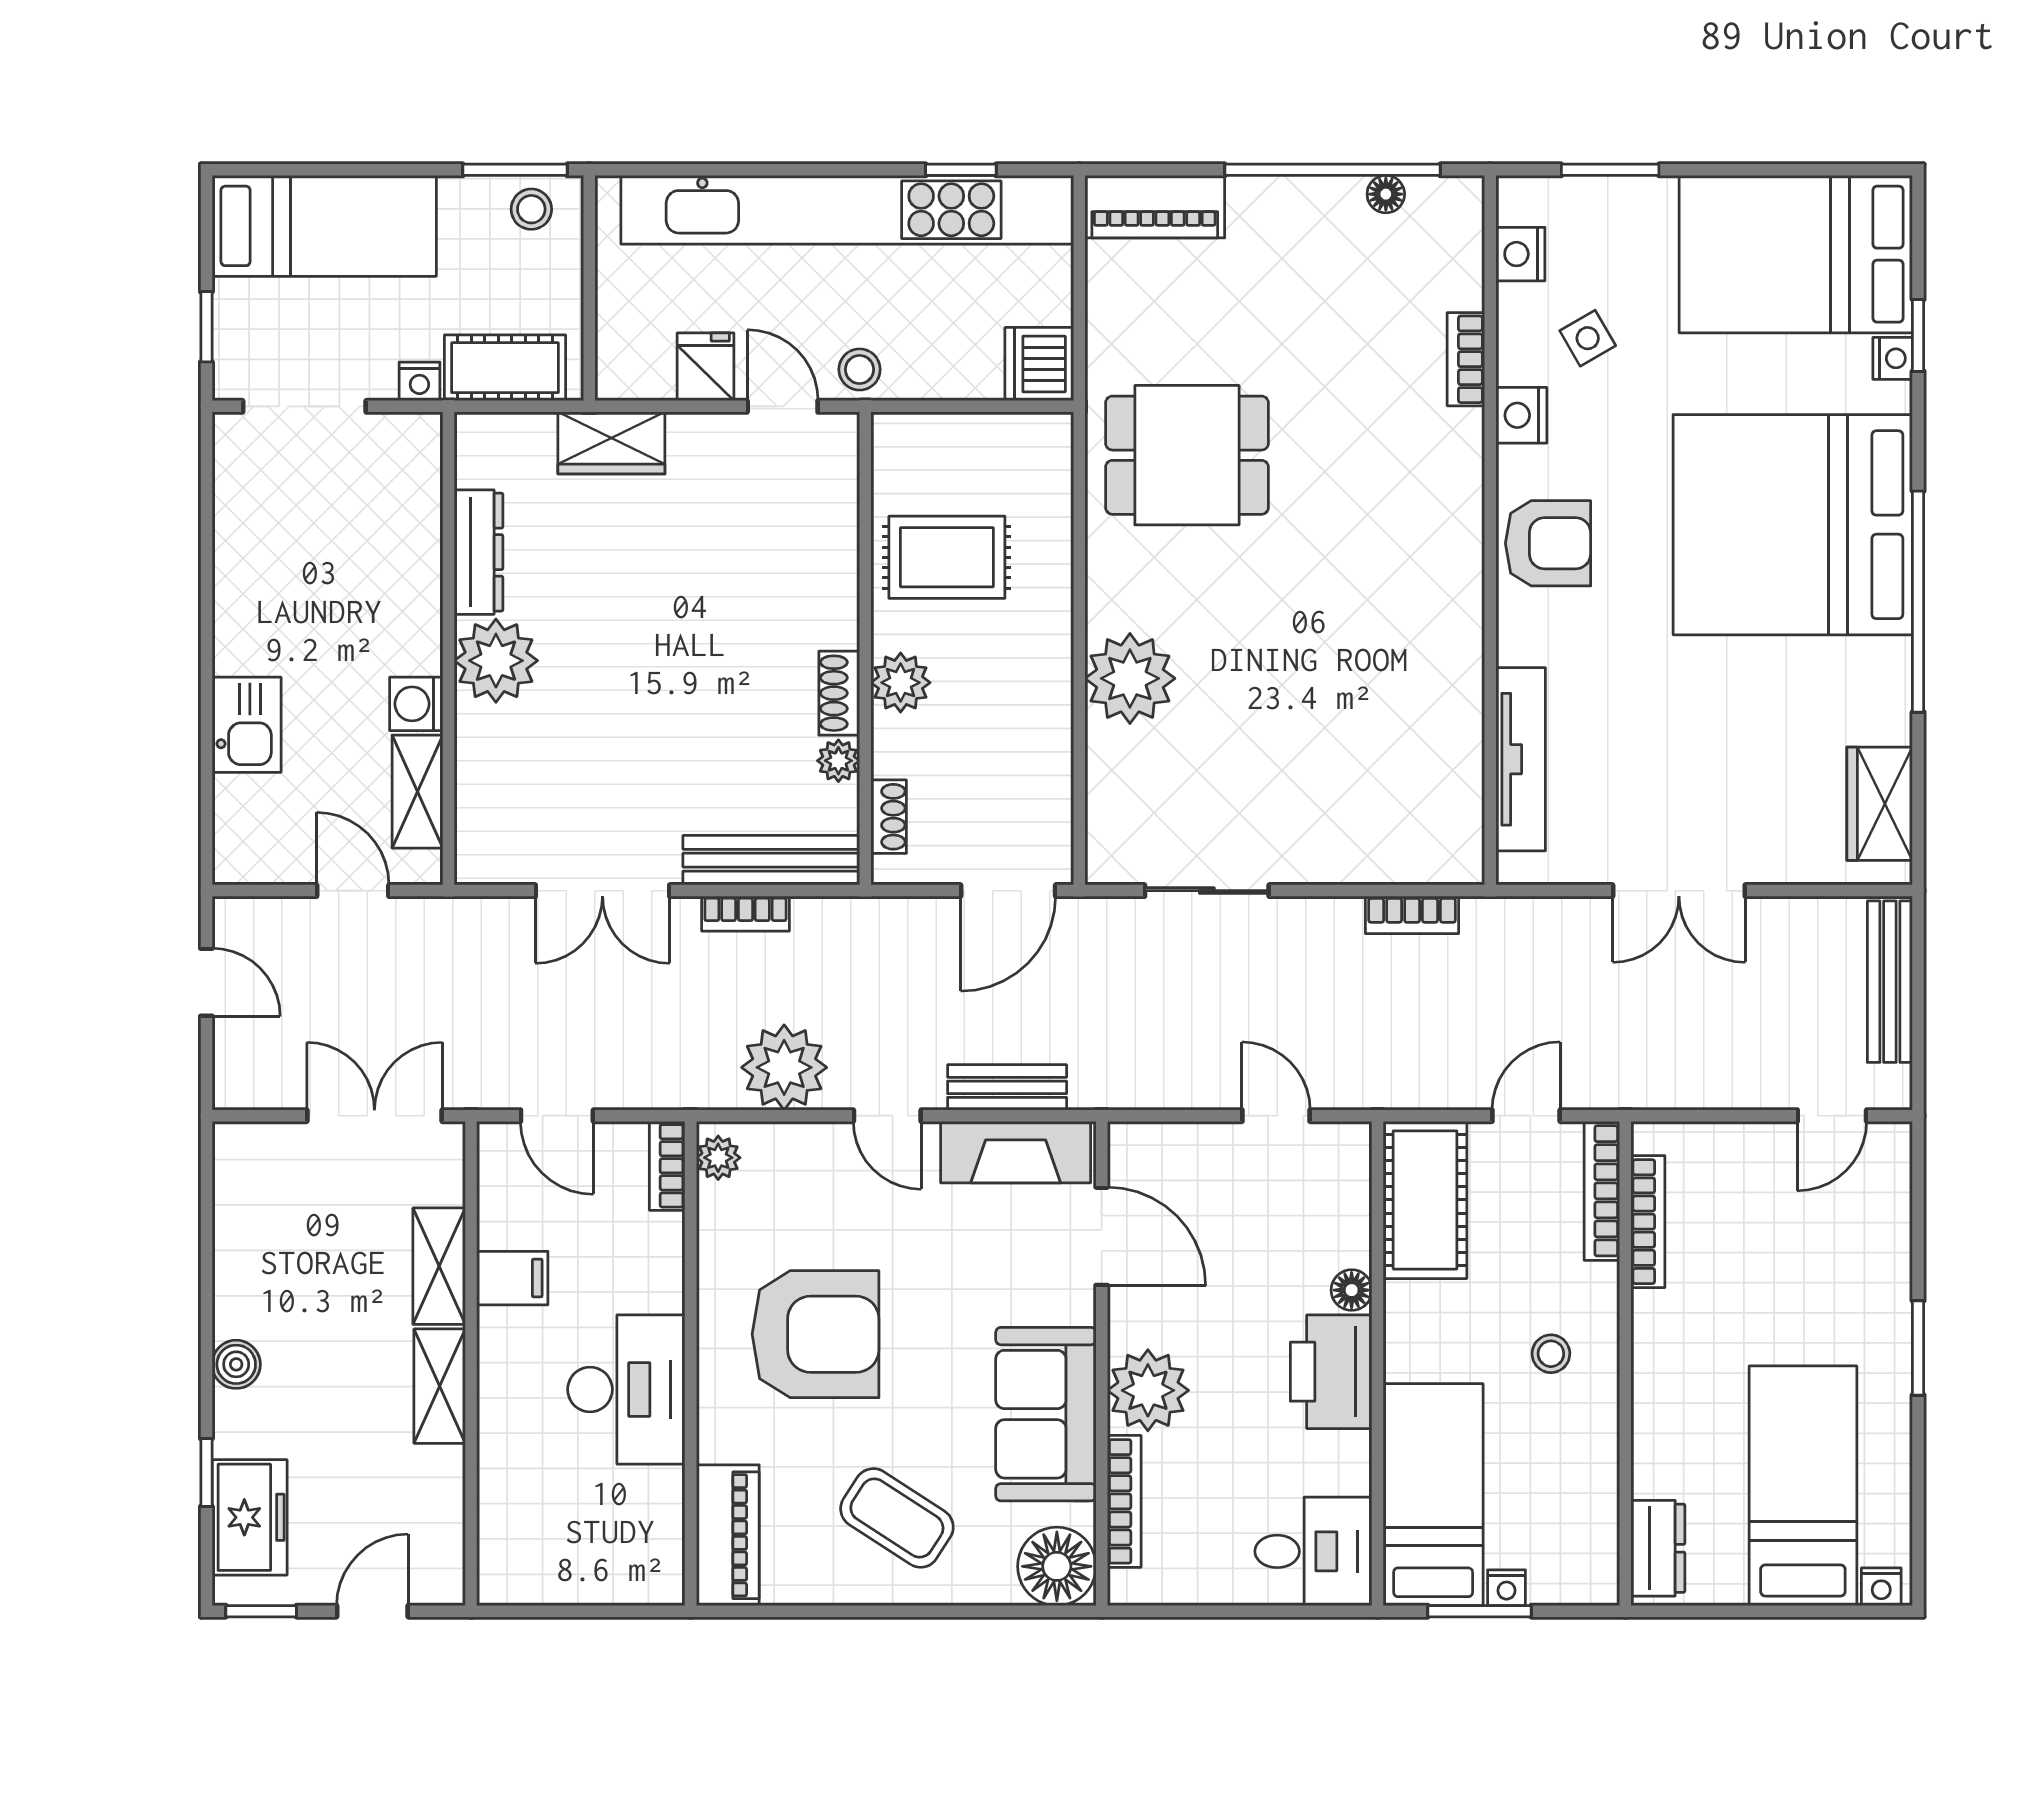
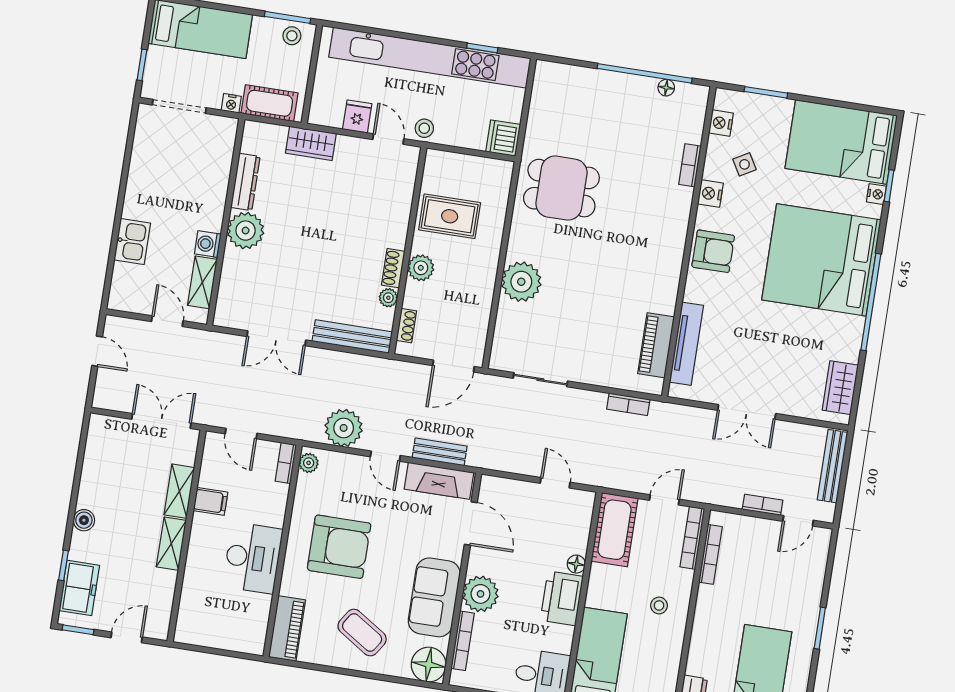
piano: (1155, 207) -> (656, 345), moved, turned 90
bookcase: (745, 914) -> (763, 505), moved, turned 180

